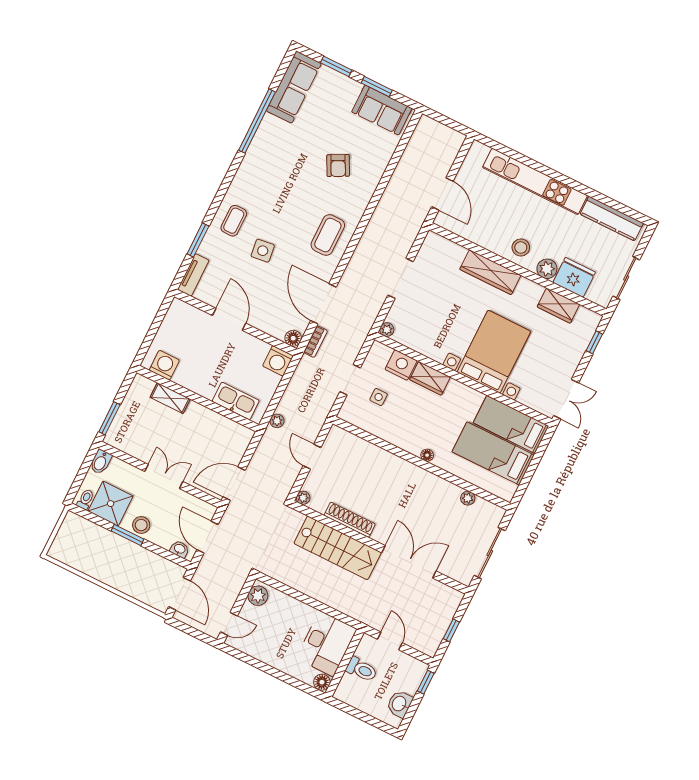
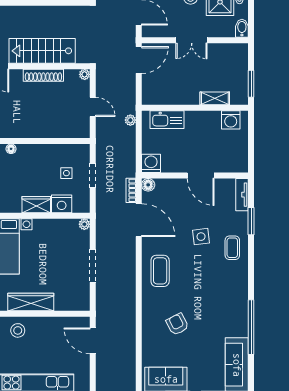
window: (109, 418) -> (251, 84), moved

